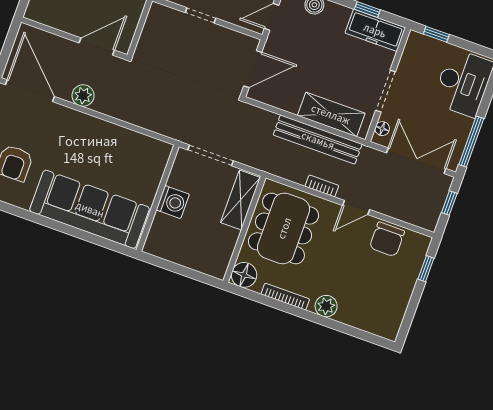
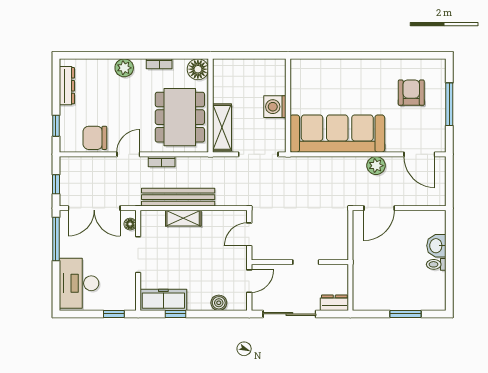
door: (253, 69) -> (249, 234), width x0.73
door: (30, 91) -> (419, 154), width x0.73
shelving: (331, 114) -> (183, 218), width x0.67, depth x0.75
sofa: (90, 209) -> (337, 134), moved, turned 180
chair: (387, 239) -> (95, 138), turned -90
bookcase: (285, 297) -> (159, 64), width x0.64
dresser: (398, 309) -> (67, 86), added

